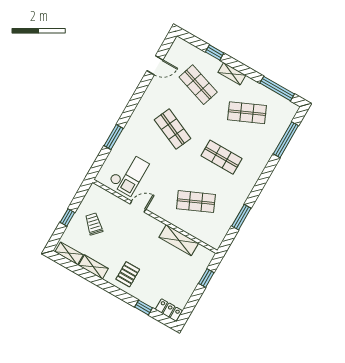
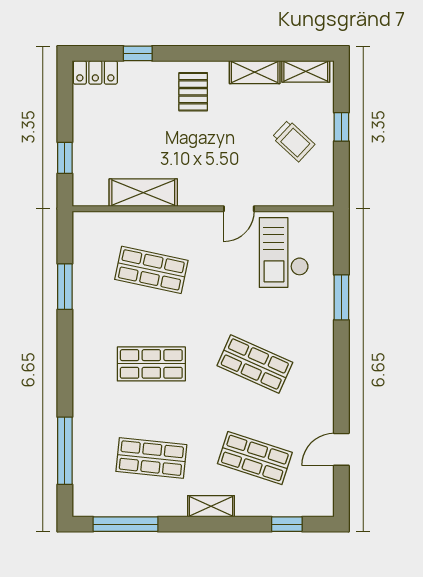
window: (215, 53) -> (287, 524), moved
shop shelf: (247, 113) -> (151, 458), turned 30
shop shelf: (196, 202) -> (151, 270), turned 36

